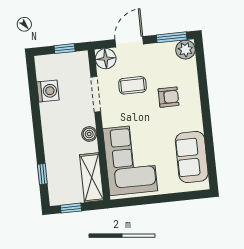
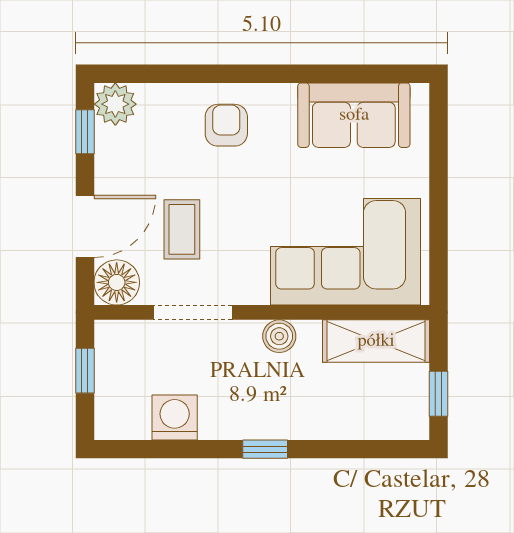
window: (172, 37) -> (85, 132), width x0.67
door: (129, 42) -> (85, 226), swing flipped
armchair: (169, 97) -> (226, 125), moved
window: (42, 174) -> (265, 449), moved

